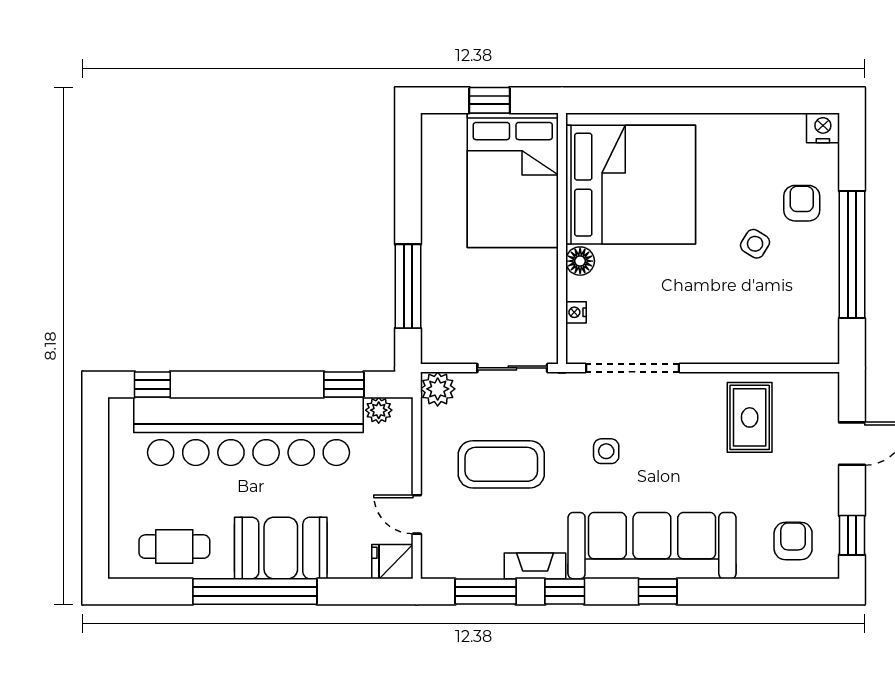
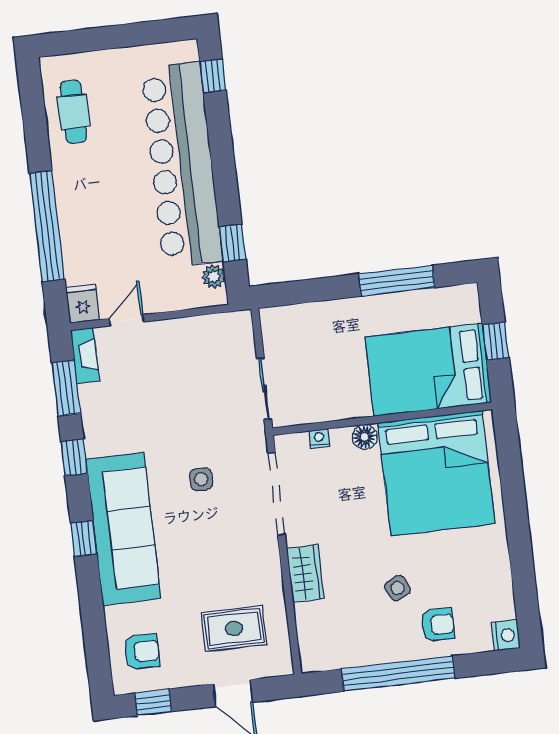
side table: (755, 244) -> (398, 588), turned 32
window: (408, 286) -> (397, 281), moved
wardrobe: (726, 346) -> (305, 574), added
plant: (438, 389) -> (238, 326), removed
rug: (750, 417) -> (234, 628), moved
coffee table: (501, 464) -> (179, 389), removed
booth: (281, 548) -> (83, 205), removed
fireplace: (535, 566) -> (85, 356), moved
window: (255, 592) -> (47, 226), moved

